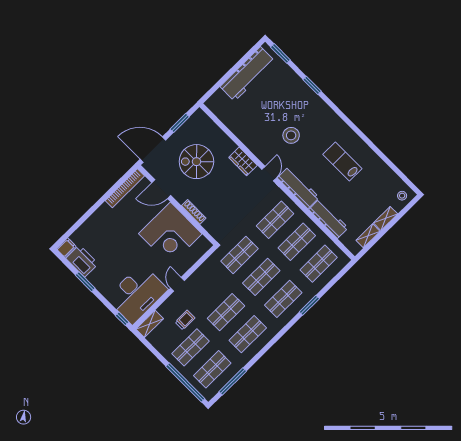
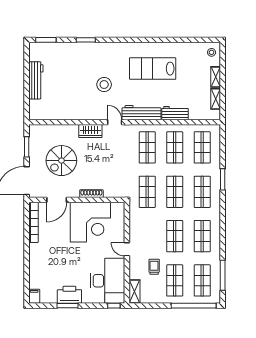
workbench: (247, 74) -> (36, 80), width x0.73, depth x0.76
lab bench: (342, 161) -> (153, 69), width x1.36, depth x1.39
workbench: (328, 219) -> (175, 113), width x0.73
printer: (82, 261) -> (69, 295), moved

